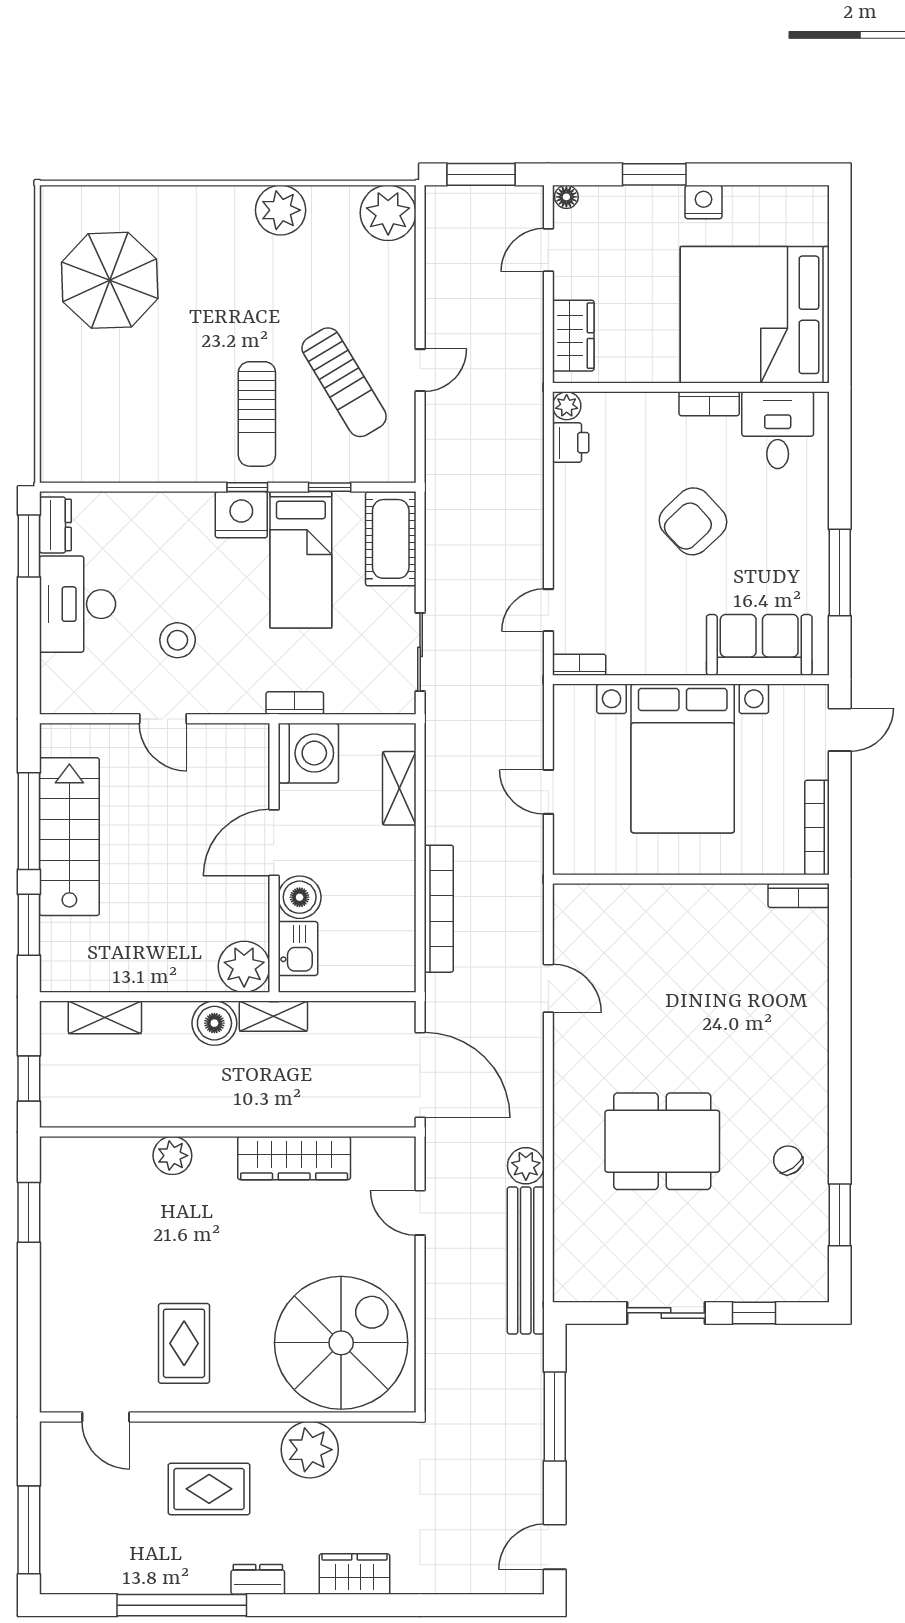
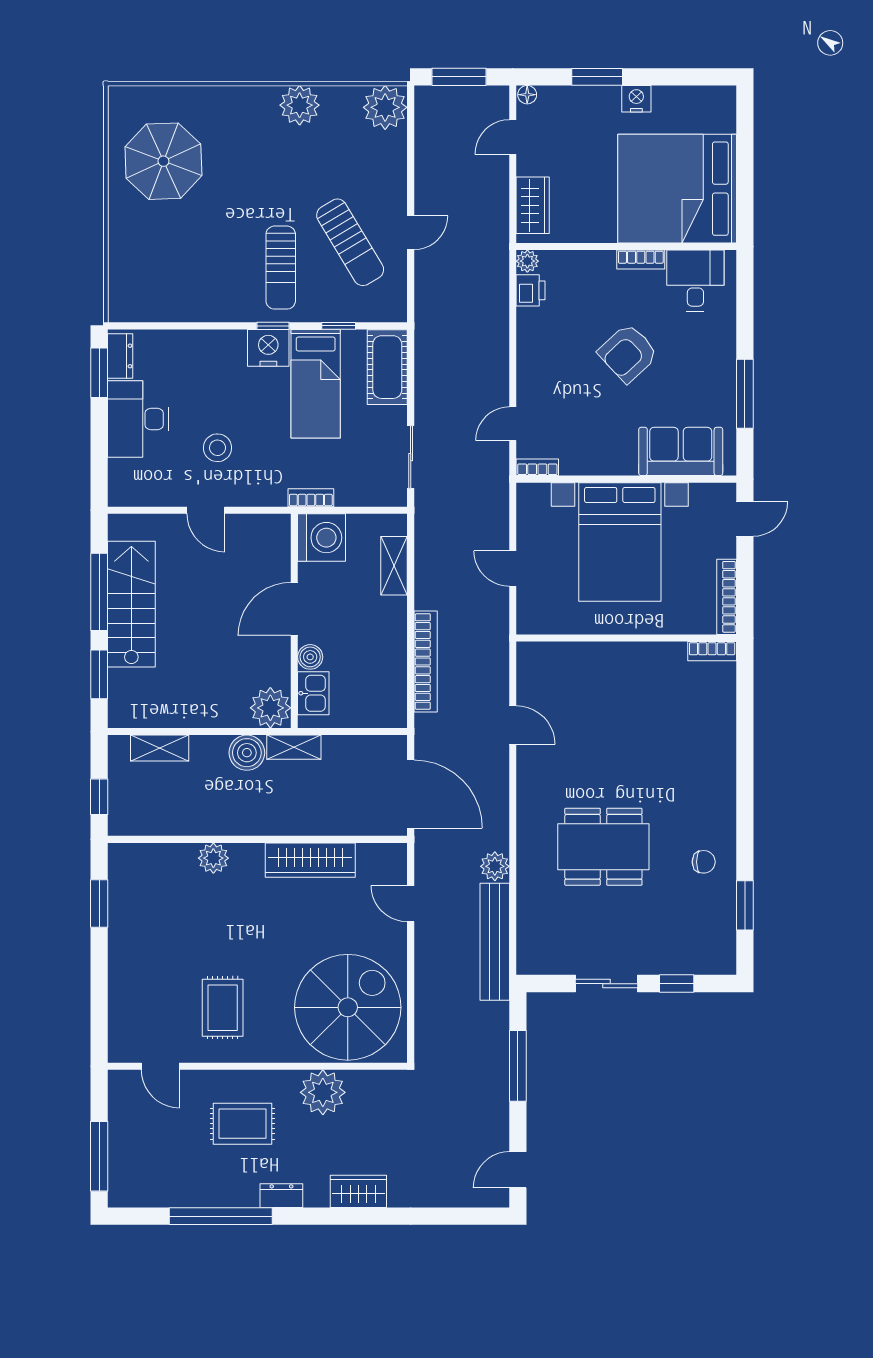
boiler: (300, 897) -> (310, 657), width x0.73, depth x0.73
chair: (788, 1160) -> (704, 862), turned 126

